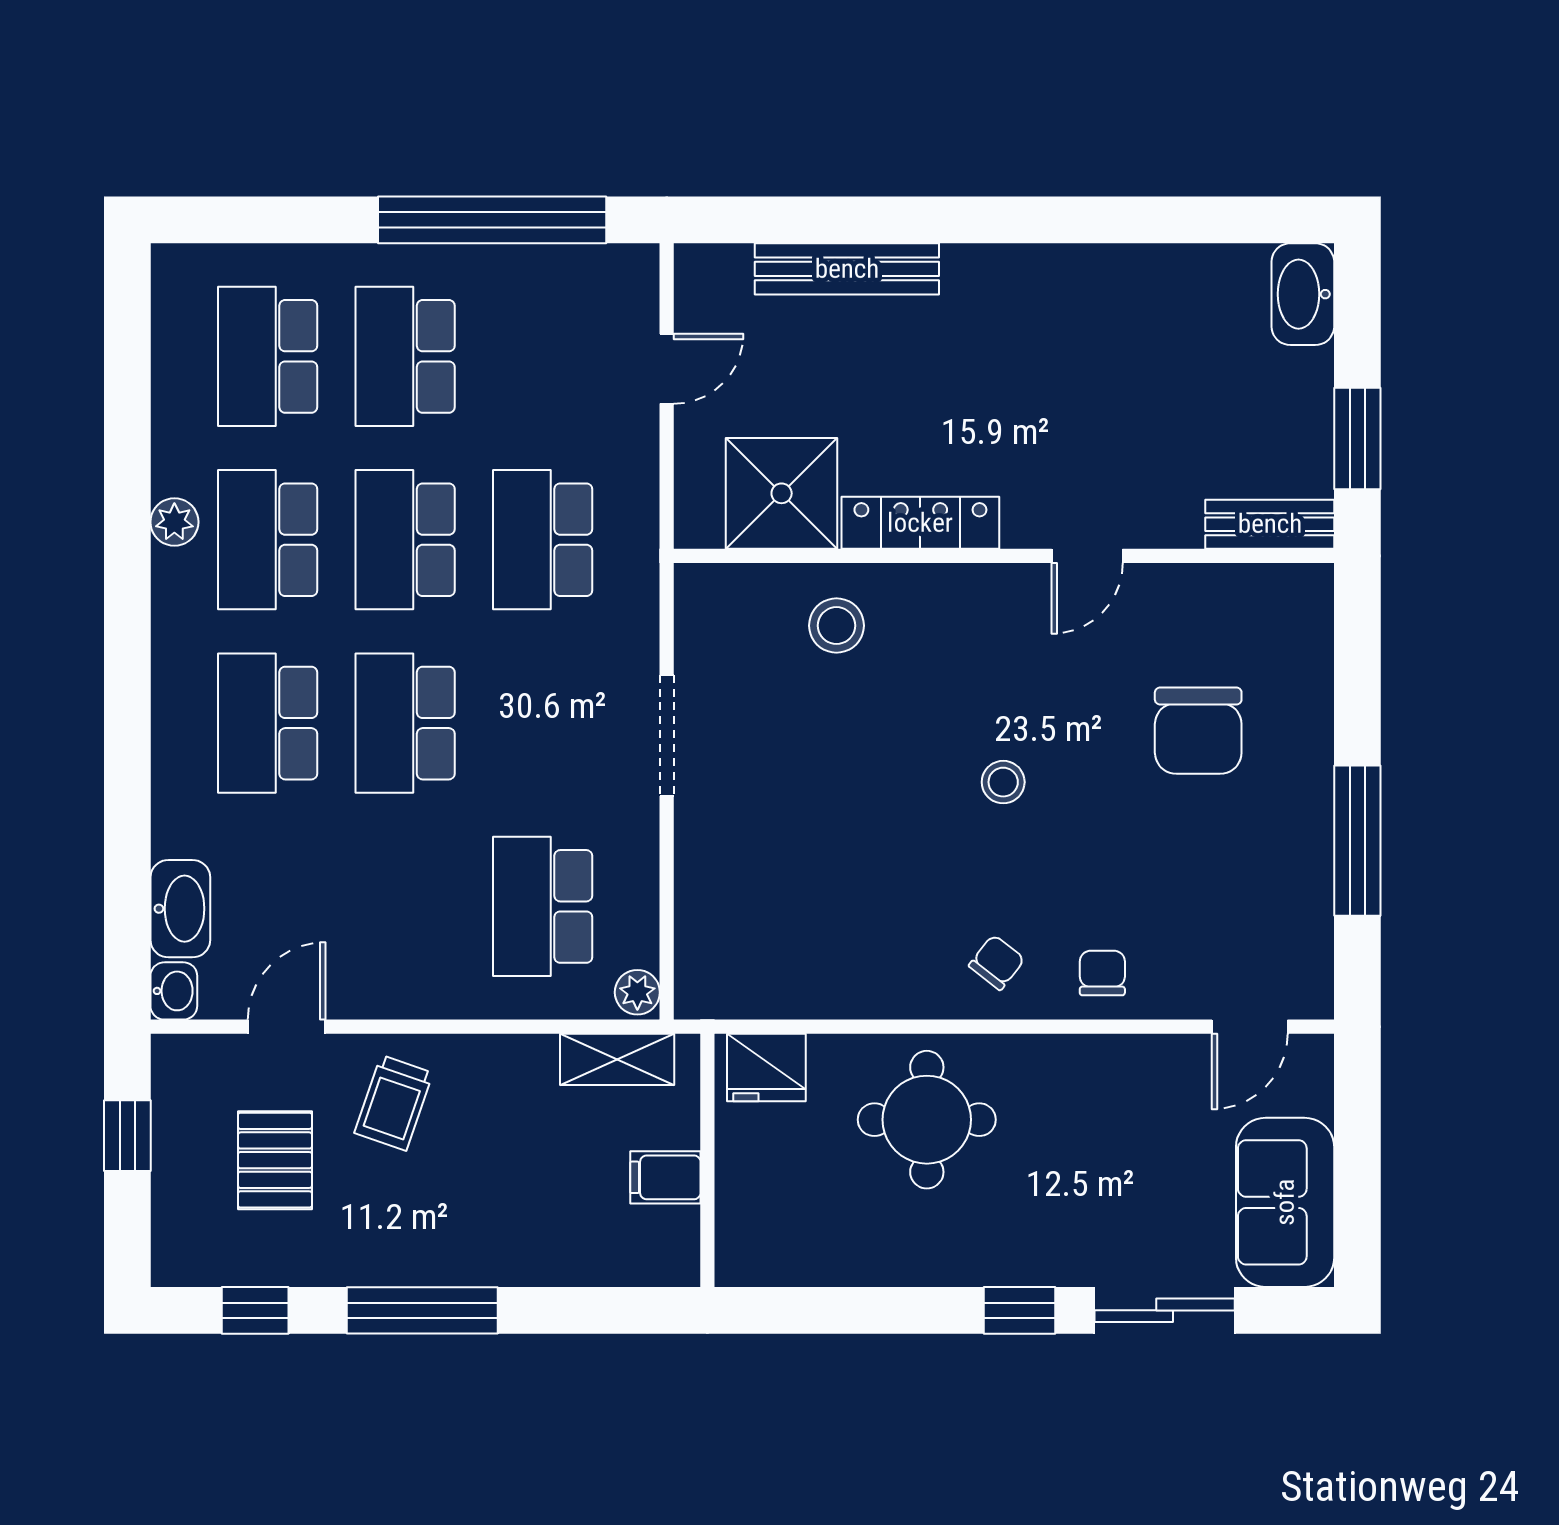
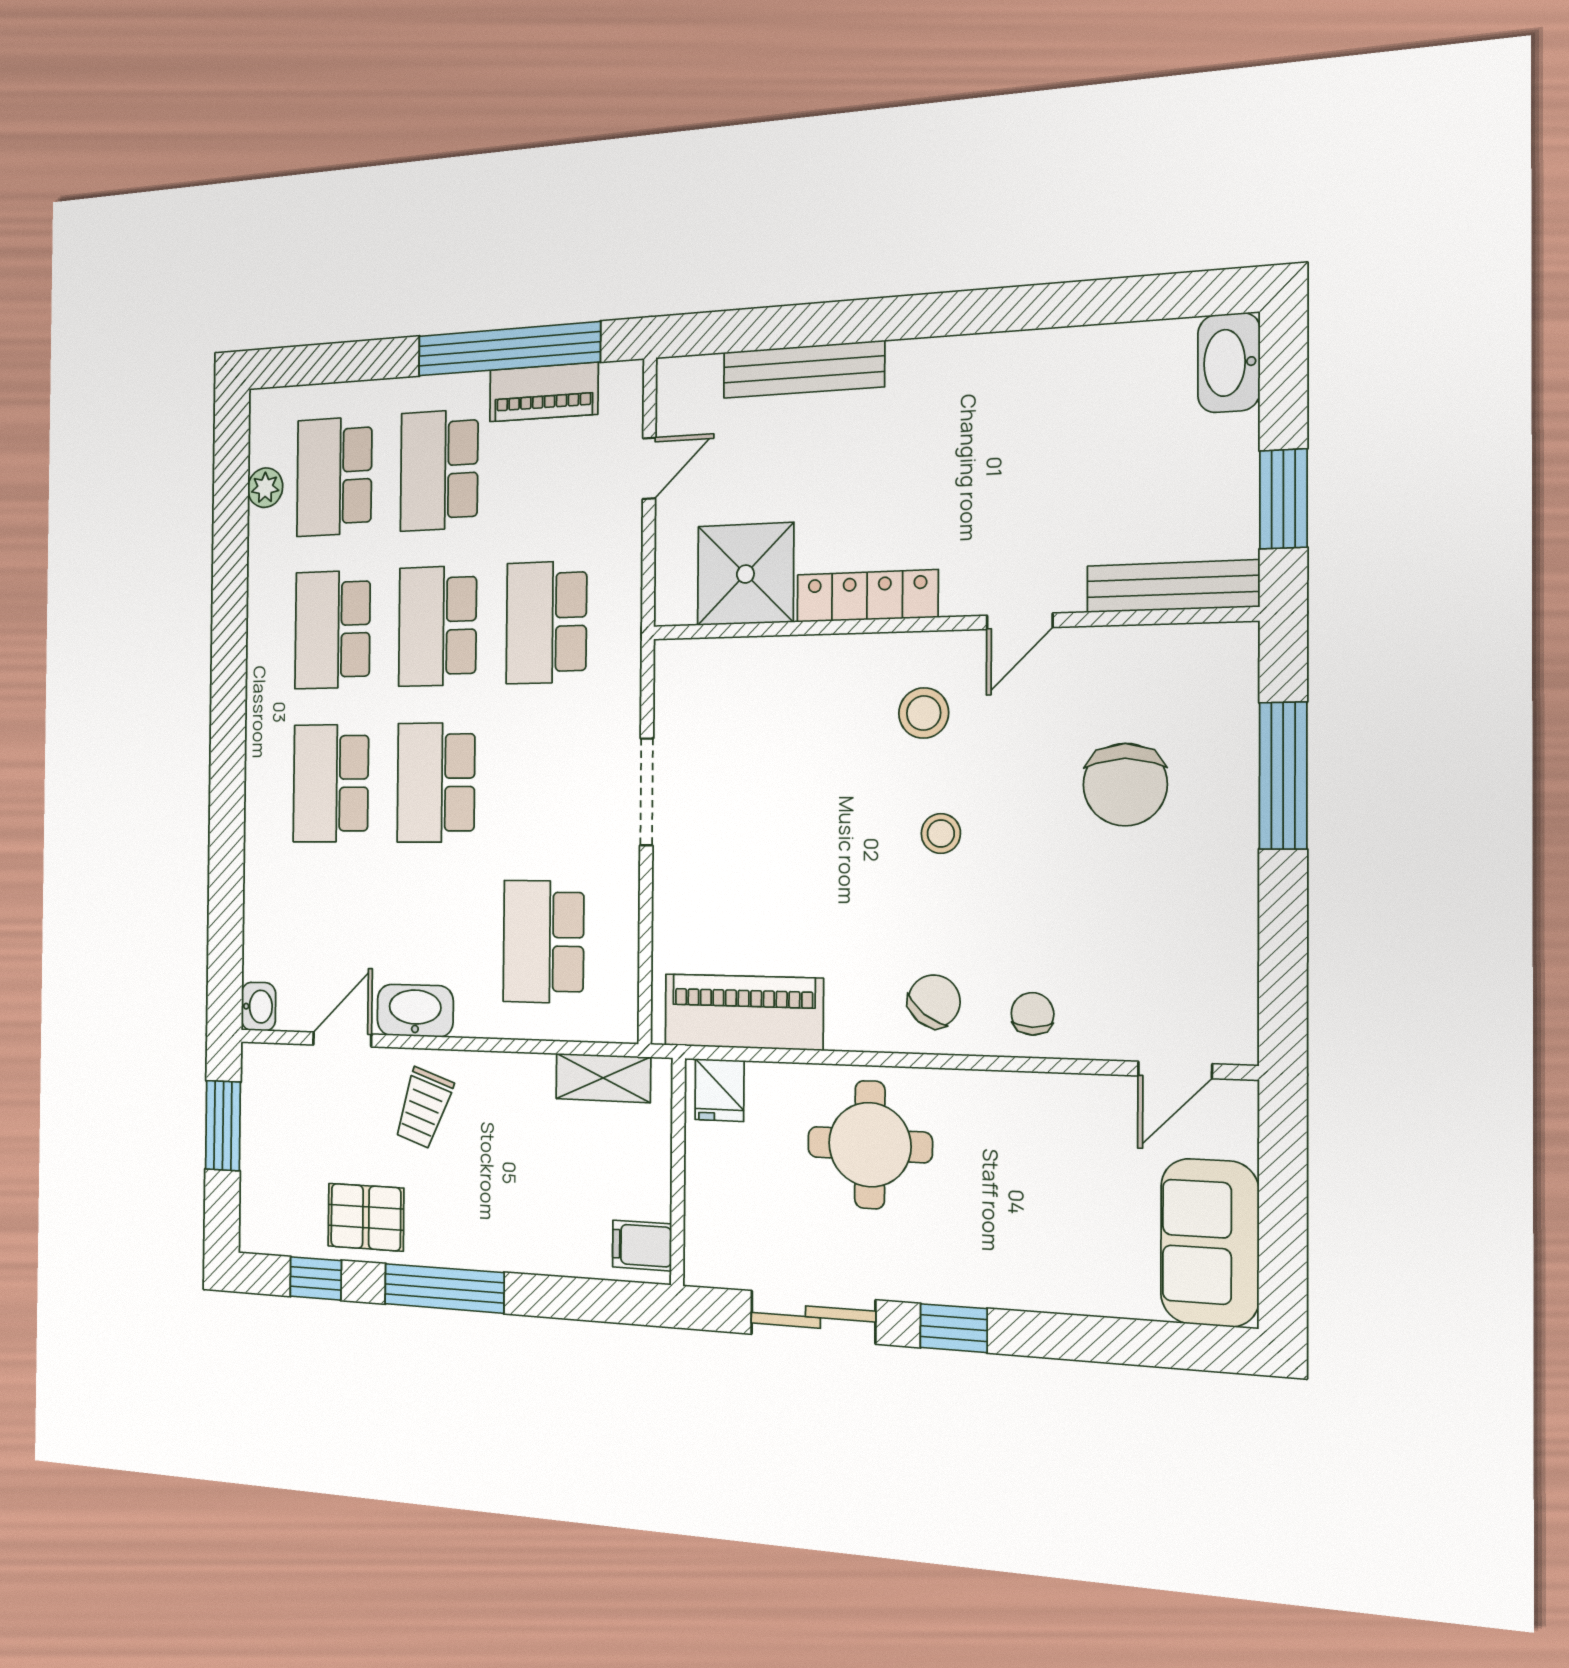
piano: (537, 273) -> (544, 392), added
plant: (174, 522) -> (265, 488), moved
bench: (1270, 524) -> (1172, 586), width x1.36
stool: (836, 626) -> (924, 713), moved
window: (1357, 841) -> (1283, 776), moved
washbasin: (180, 909) -> (415, 1011), moved, turned -90
chair: (997, 962) -> (934, 1001), width x1.37, depth x1.37
piano: (783, 980) -> (743, 1012), added
plant: (637, 992) -> (620, 1019), removed
fridge: (766, 1067) -> (719, 1090), width x0.72
window: (127, 1136) -> (223, 1126), width x1.50
pallet: (275, 1160) -> (366, 1217), moved, turned 90
filing cabinet: (665, 1177) -> (642, 1245), moved
sliding door: (1165, 1310) -> (813, 1317), moved

